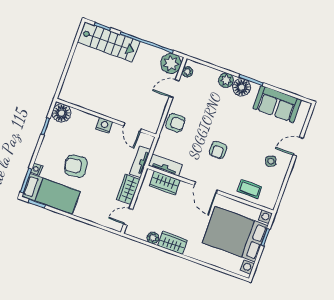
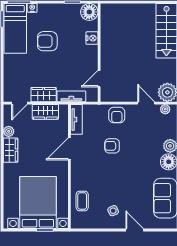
nightstand: (104, 125) -> (92, 38), moved
armchair: (218, 150) -> (112, 146), moved
armchair: (76, 166) -> (47, 41), turned -82
wardrobe: (165, 183) -> (45, 112), moved, turned -90
door: (206, 188) -> (69, 149), moved
door: (128, 217) -> (19, 103), swing flipped

